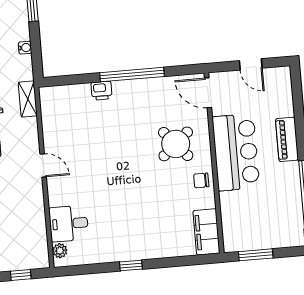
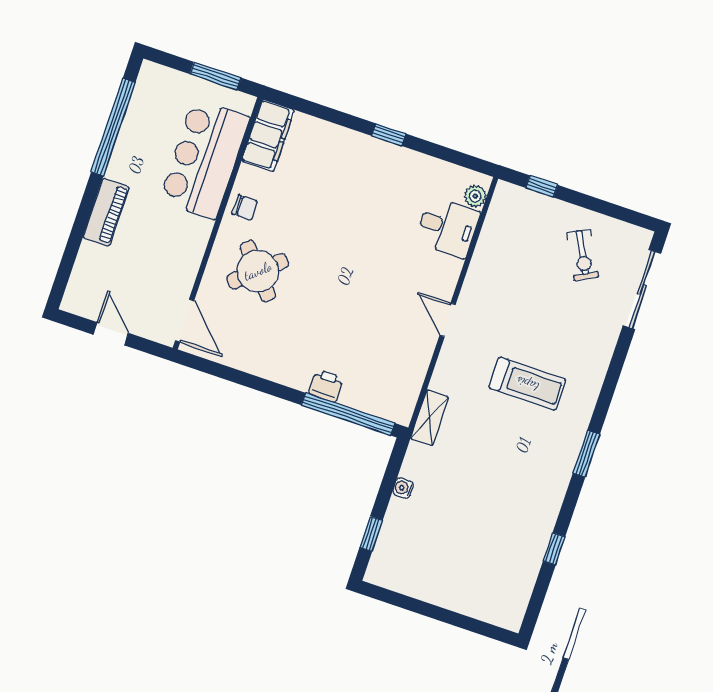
window: (132, 75) -> (348, 414), moved
bar counter: (236, 152) -> (204, 159), moved

